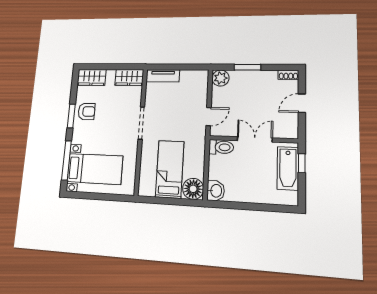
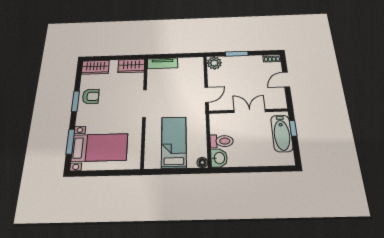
toilet: (221, 147) -> (222, 141), moved
window: (67, 160) -> (70, 142), width x0.69
floor lamp: (193, 189) -> (202, 163), width x0.53, depth x0.53

